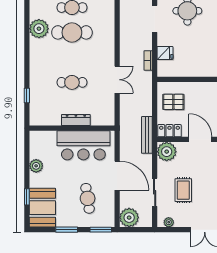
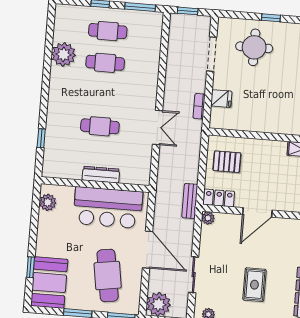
cafe table: (72, 32) -> (105, 63), width x0.73, depth x0.74
bench: (147, 135) -> (190, 201), width x0.73
door: (200, 139) -> (257, 212), swing flipped
plant: (167, 152) -> (208, 218), width x0.53, depth x0.53
plant: (36, 166) -> (48, 202), moved
rug: (183, 190) -> (254, 285), moved
cafe table: (88, 198) -> (108, 275), width x1.37, depth x1.35

